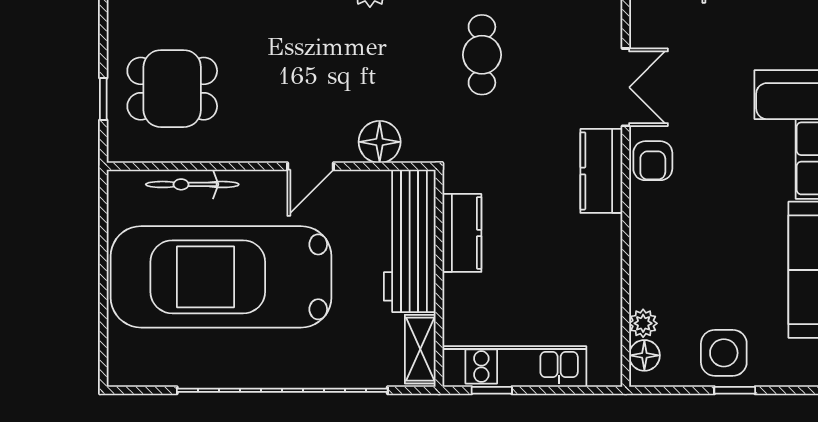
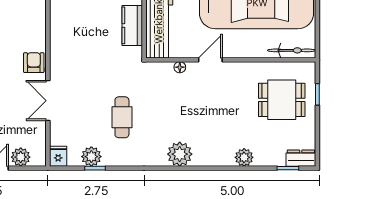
floor lamp: (380, 142) -> (180, 67), width x0.53, depth x0.53
kitchen counter: (601, 171) -> (60, 57), removed
bicycle: (192, 184) -> (292, 50), moved

